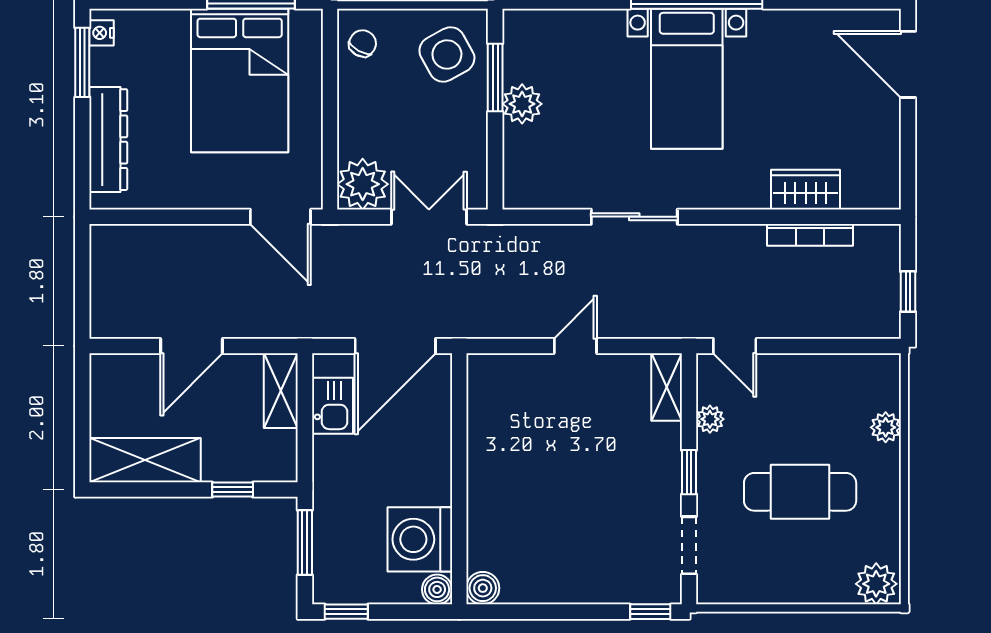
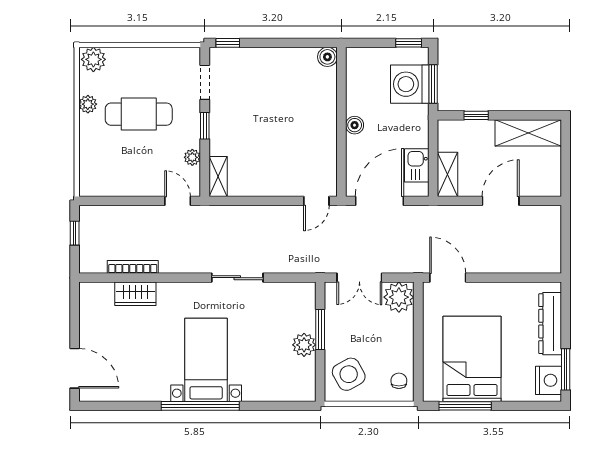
nightstand: (102, 33) -> (548, 380), width x1.89, depth x1.79
chair: (363, 43) -> (399, 381), turned 151
window: (495, 78) -> (320, 329), moved
door: (575, 346) -> (316, 201), moved
plant: (886, 427) -> (88, 104), moved
washing machine: (420, 539) -> (410, 84), moved, turned 180
boiler: (437, 589) -> (355, 125), moved

